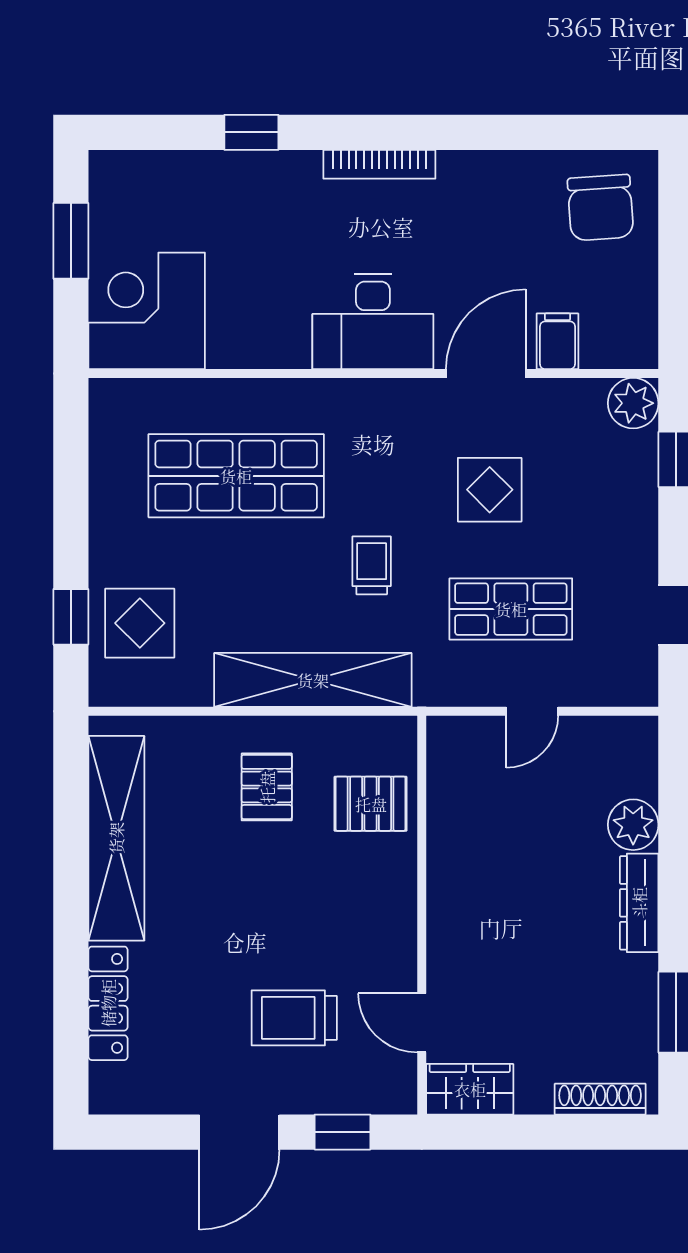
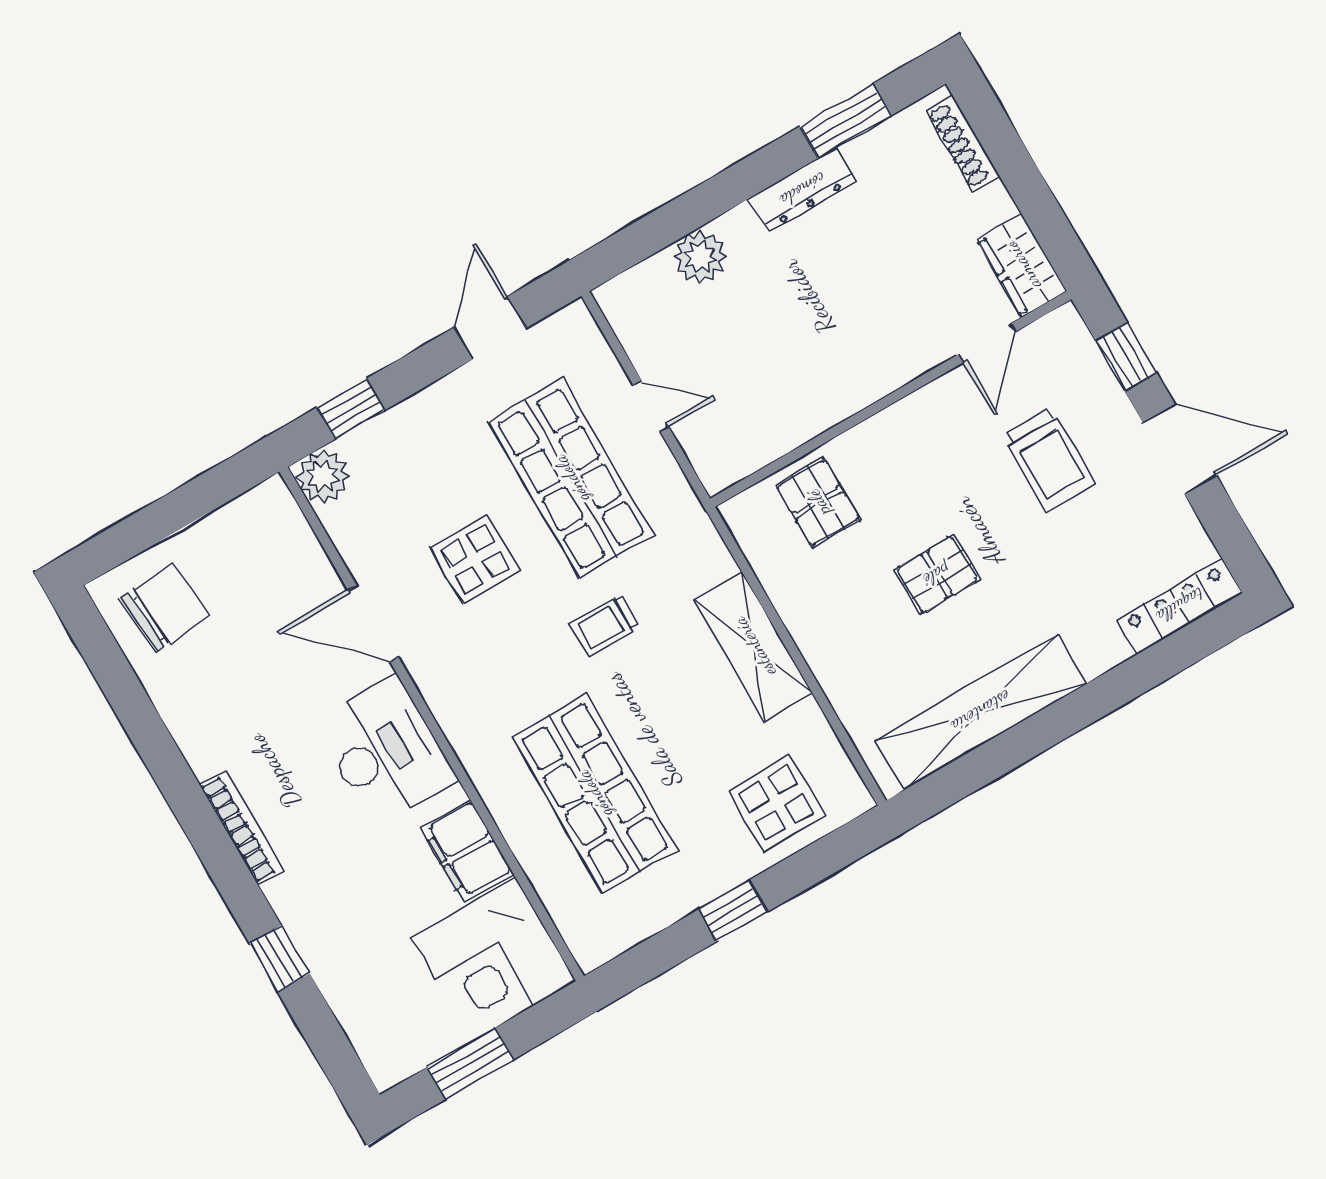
filing cabinet: (557, 341) -> (467, 851), moved, width x2.00
shop shelf: (511, 609) -> (571, 479), width x1.43, depth x1.36
window: (71, 617) -> (733, 911), moved
shelving: (313, 680) -> (754, 647), width x0.68
pallet: (267, 787) -> (937, 575), moved
dresser: (639, 903) -> (803, 190), moved
locker: (108, 1003) -> (1180, 606), moved

